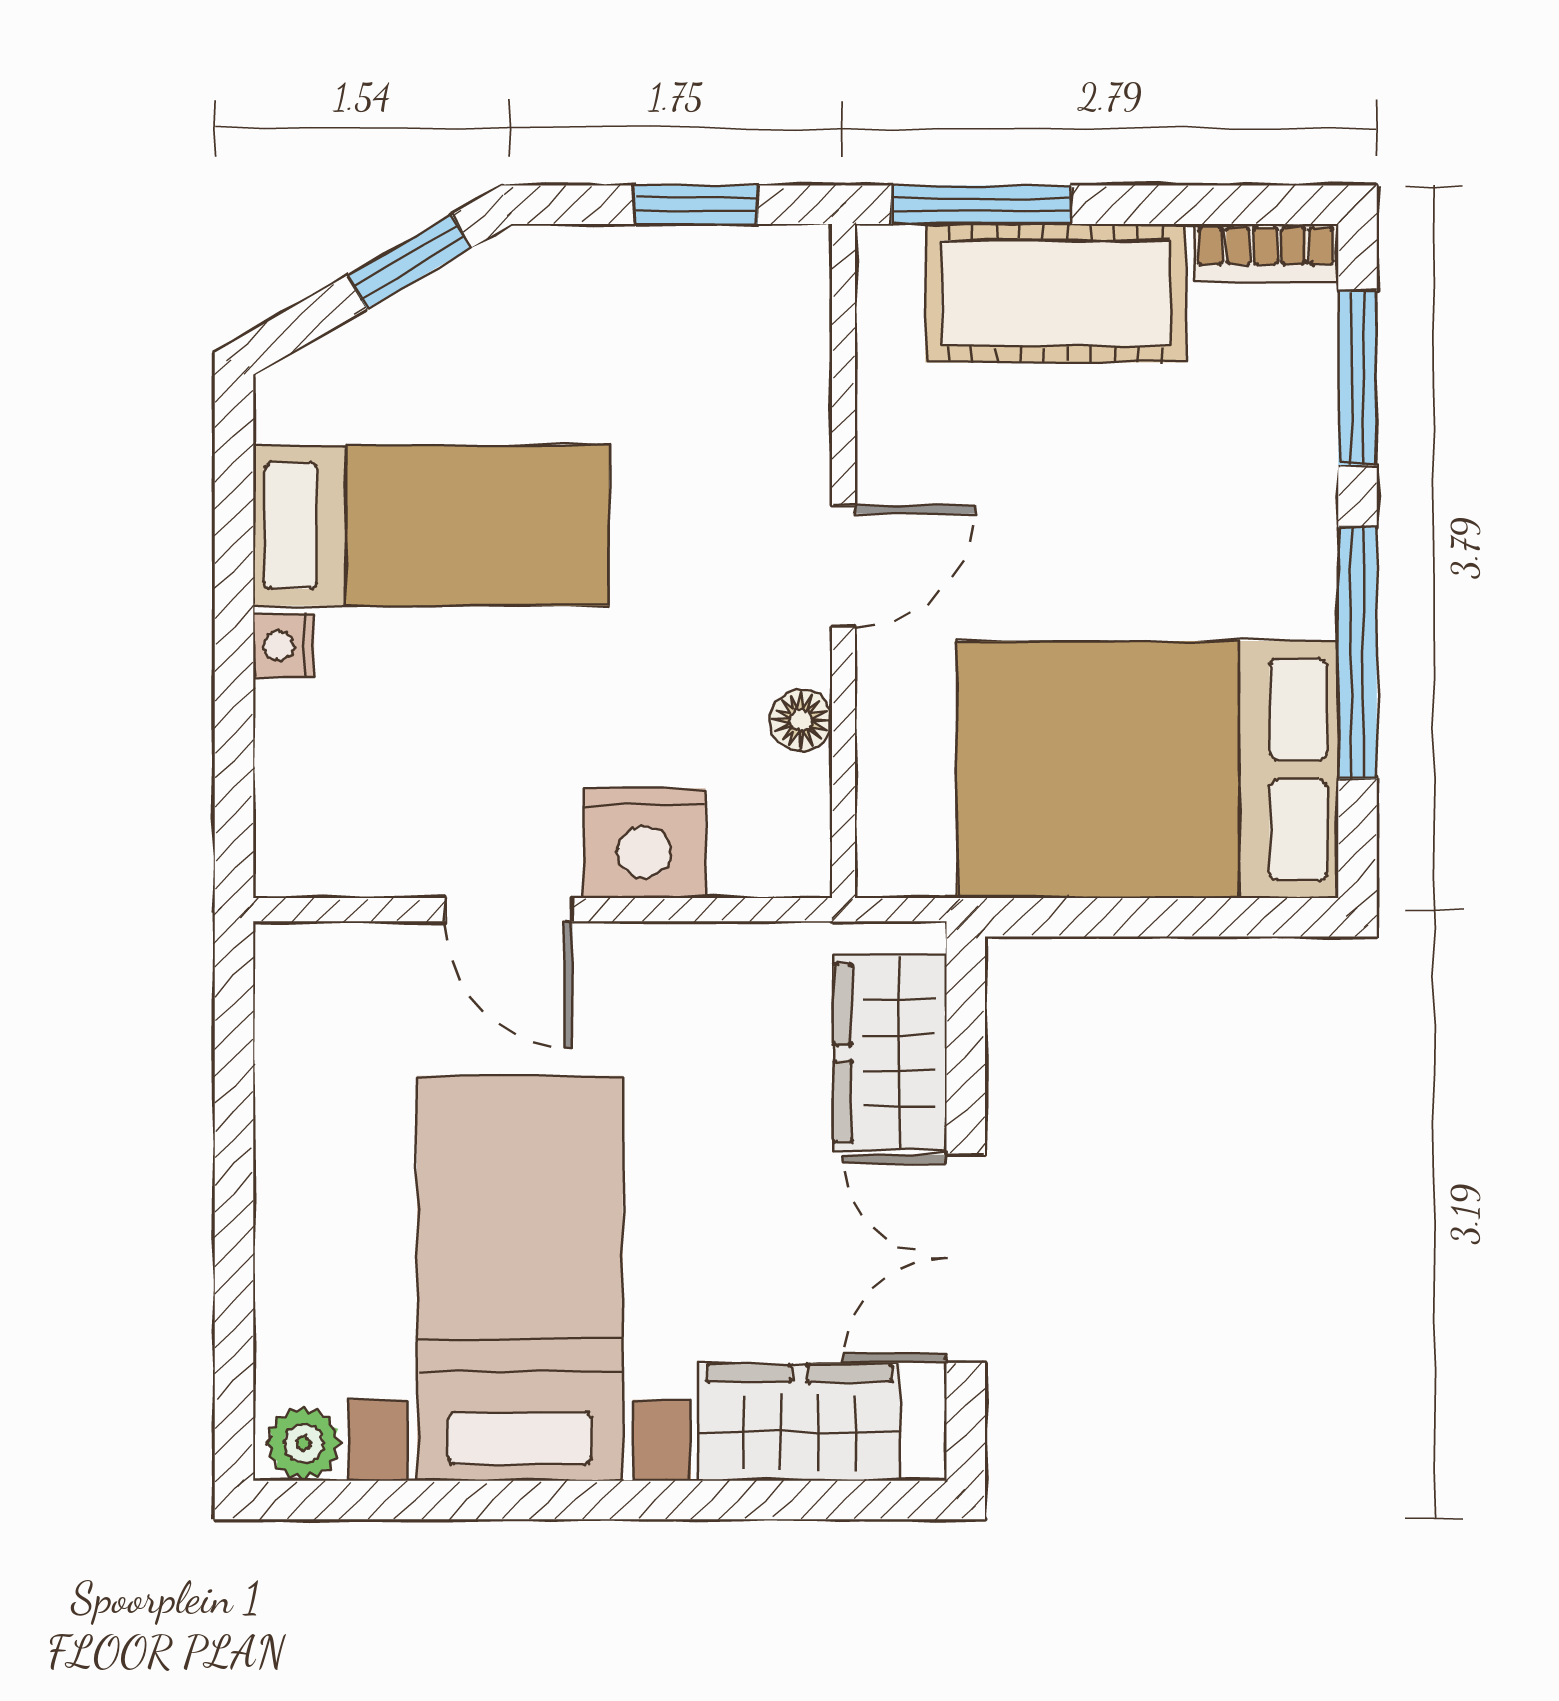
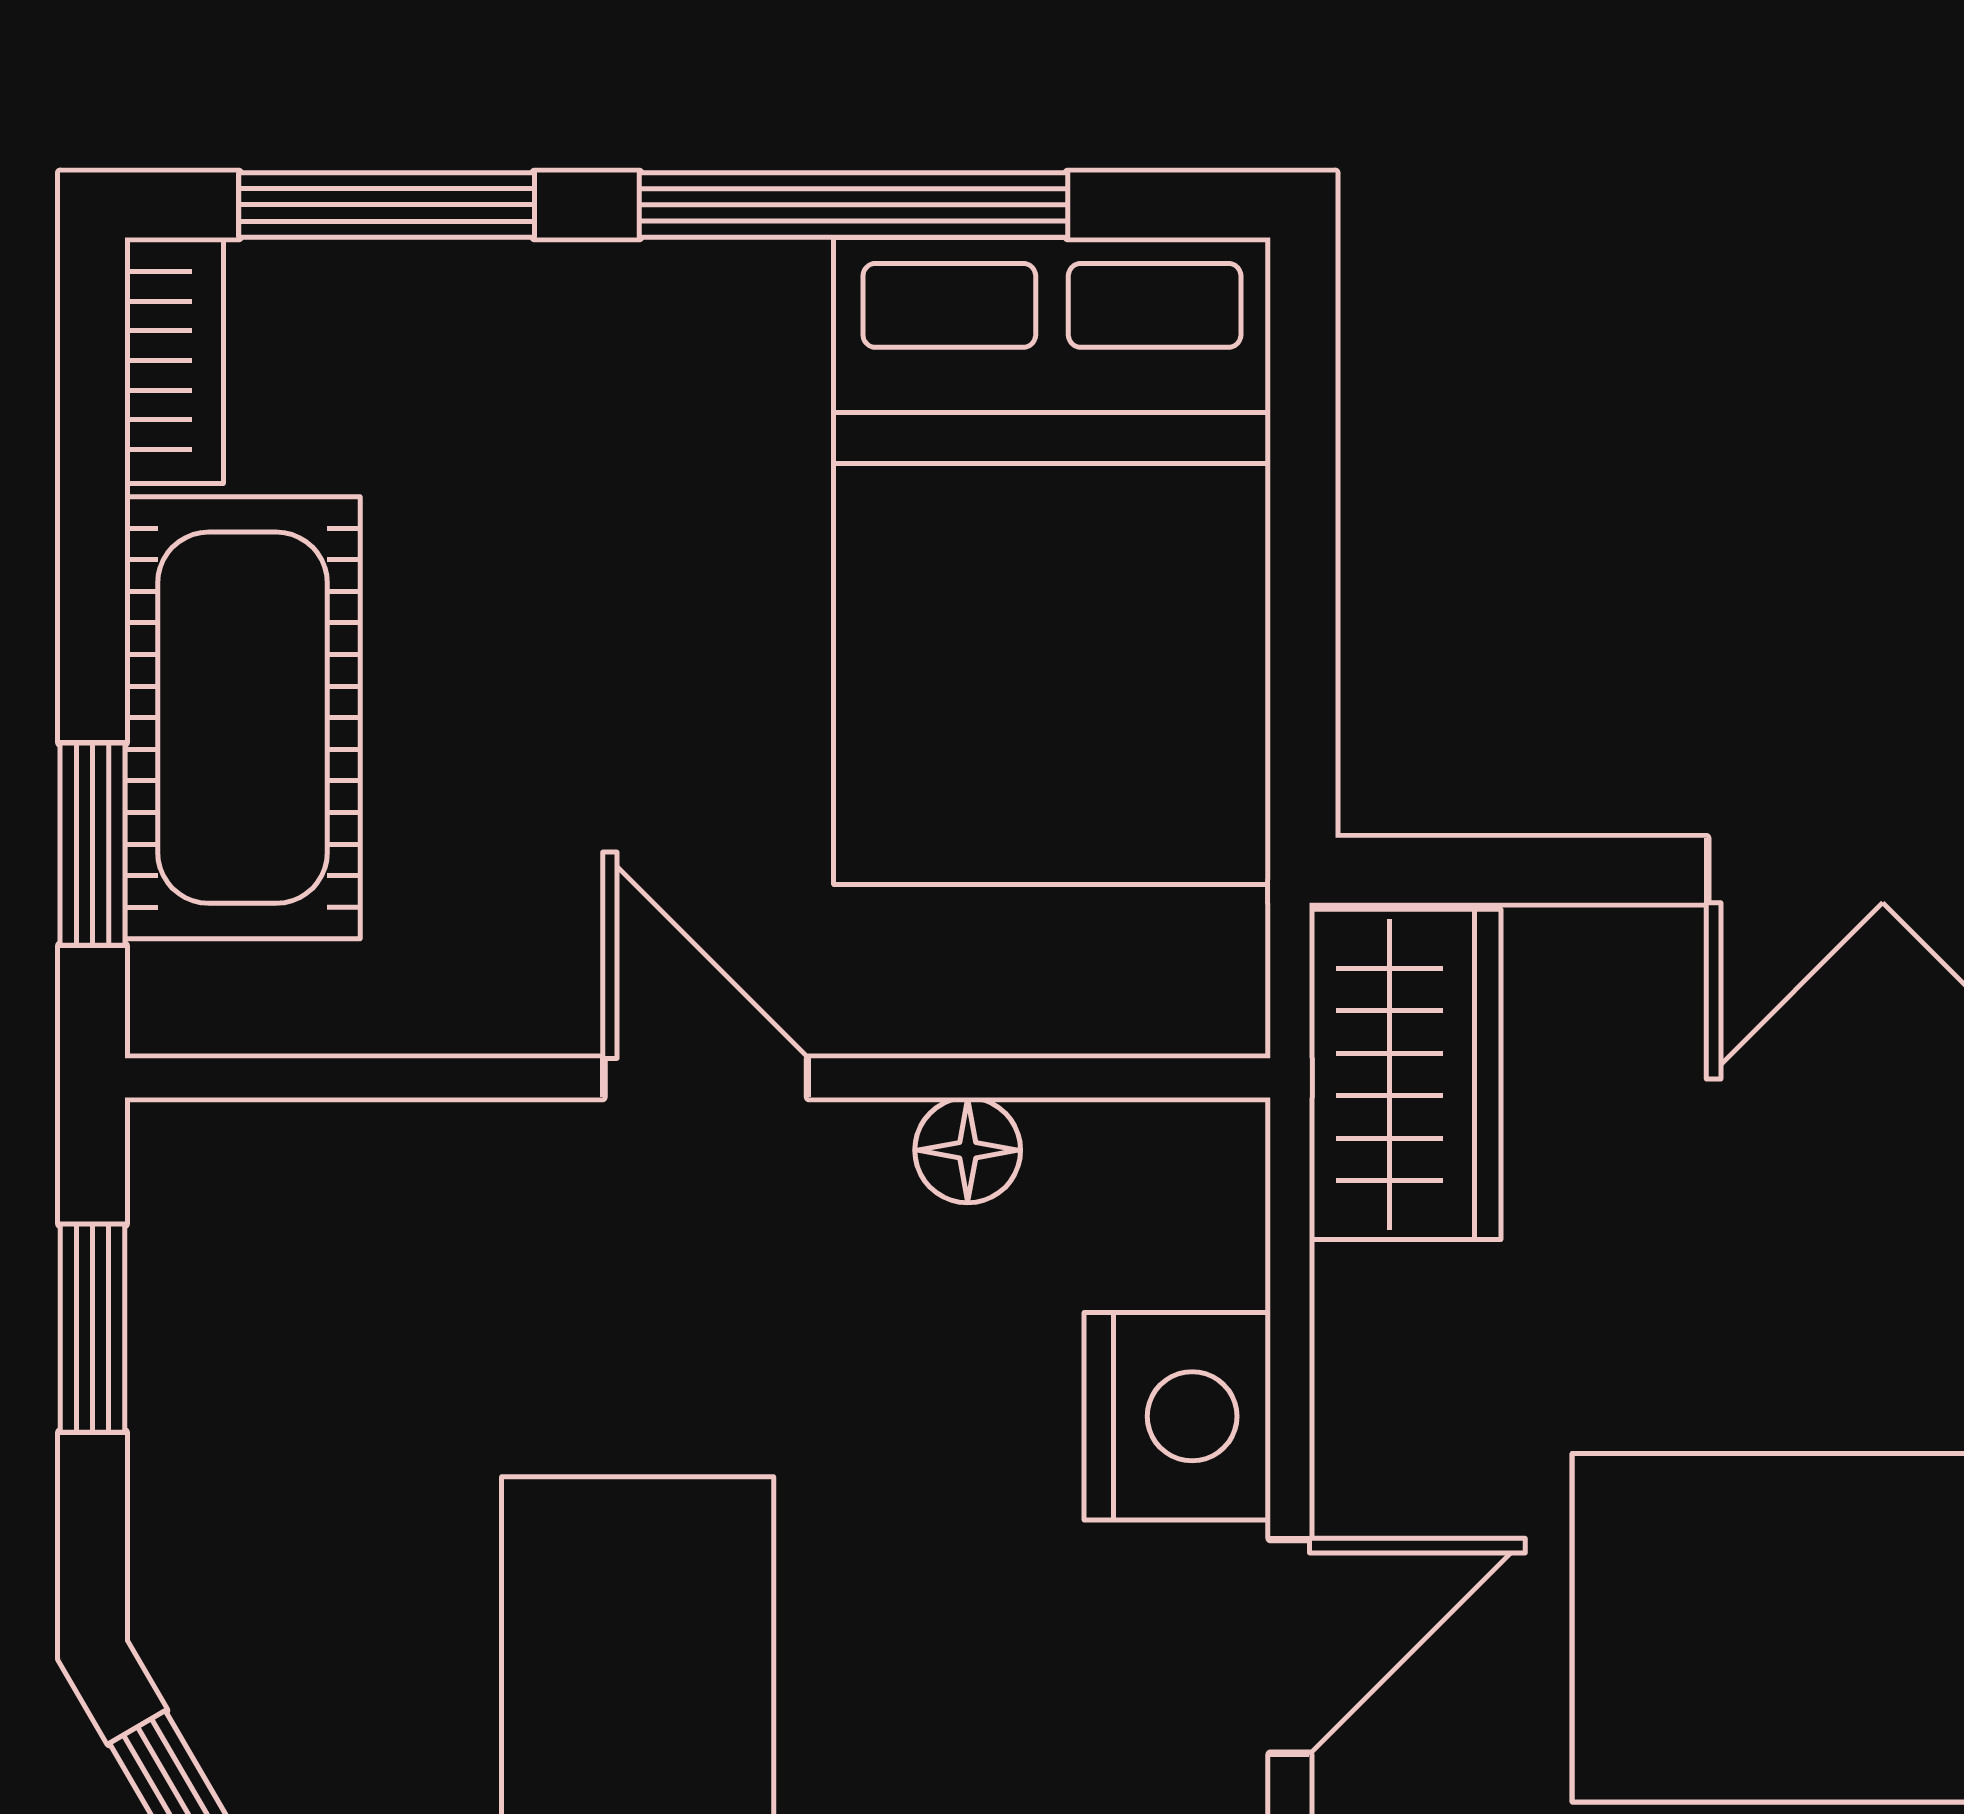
window: (981, 205) -> (92, 844), width x0.67
wardrobe: (890, 1053) -> (1405, 1074), moved, turned -90

